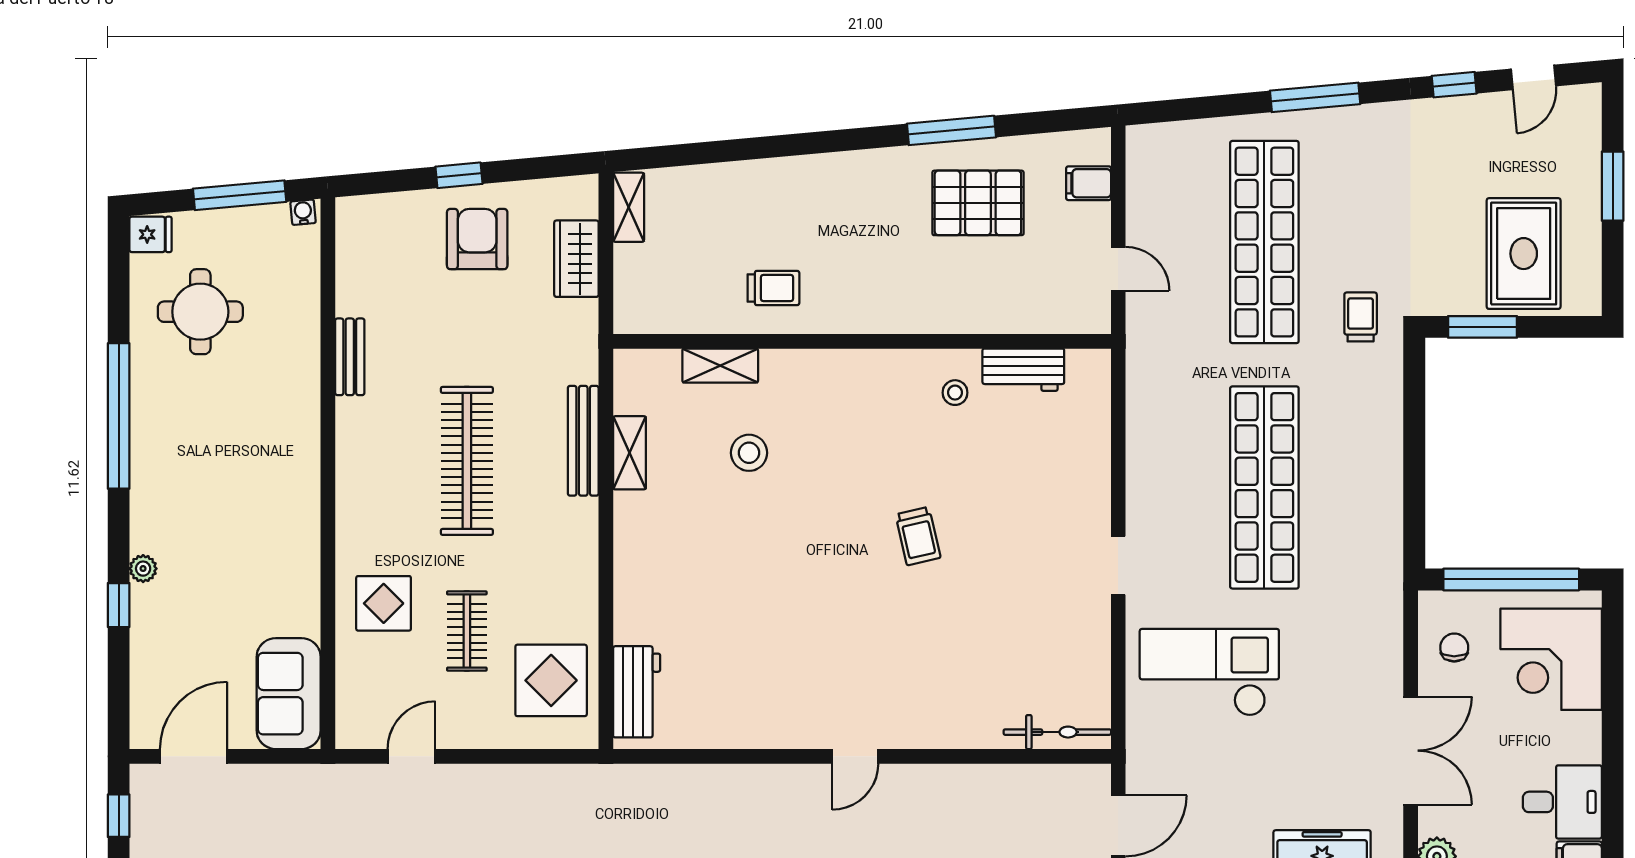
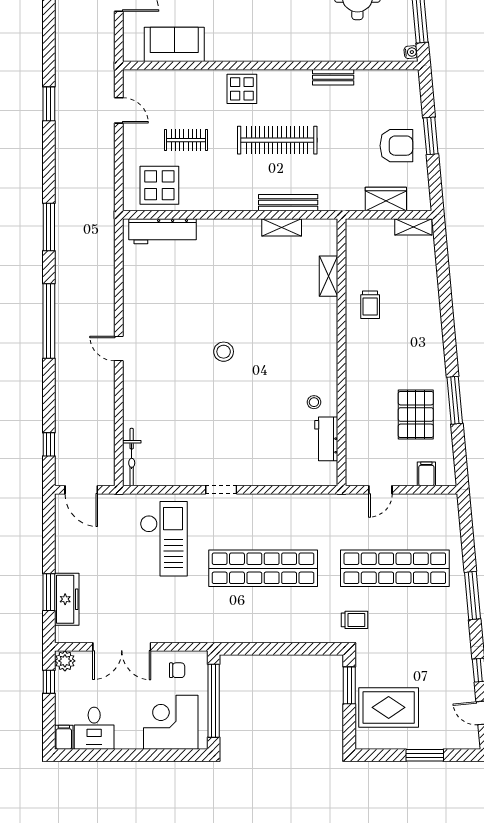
window: (459, 175) -> (431, 136), width x1.50
stool: (749, 453) -> (224, 352), moved
trolley: (918, 536) -> (237, 382), removed
display table: (384, 603) -> (242, 89), moved
workbench: (637, 692) -> (162, 231), width x1.38
sofa: (289, 694) -> (174, 44), moved

